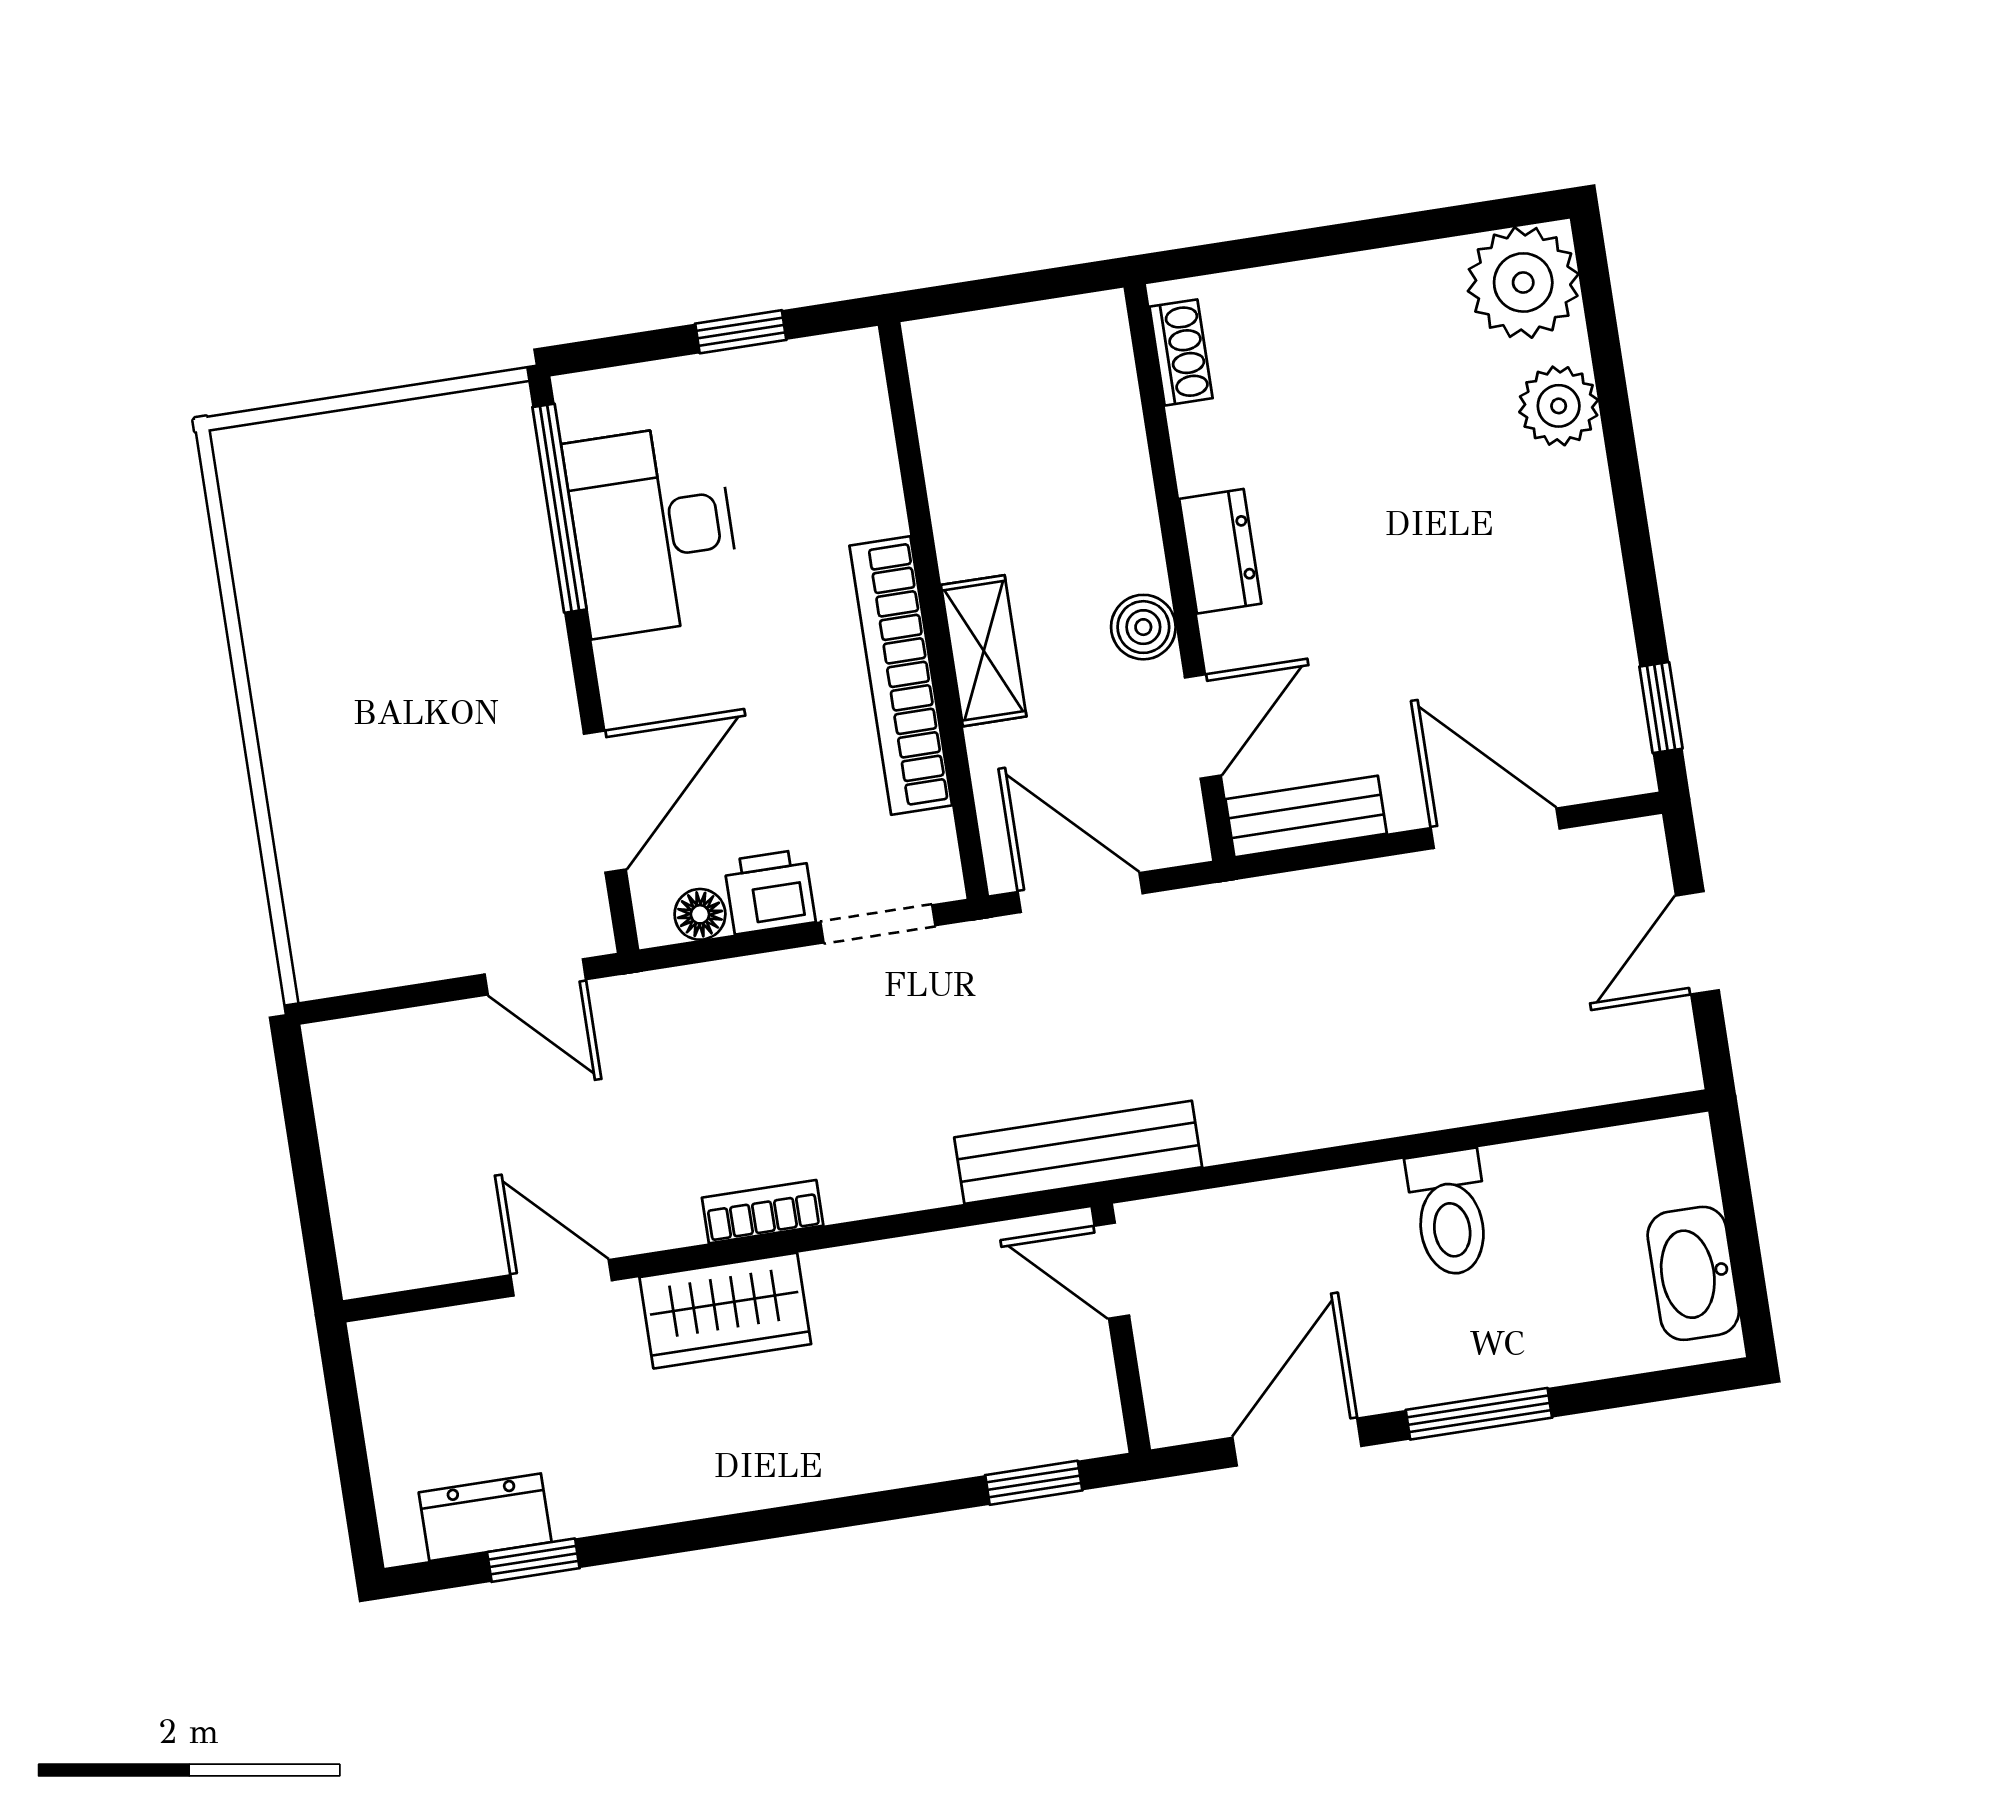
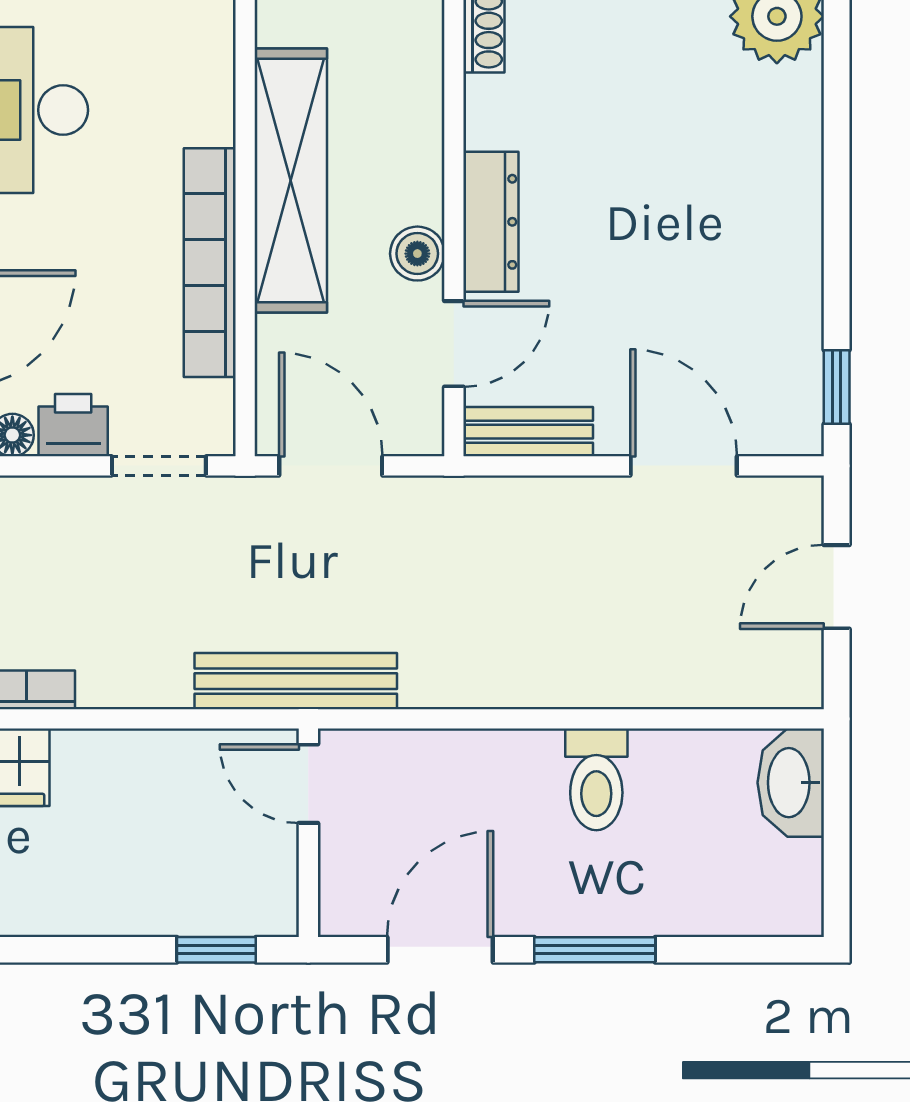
plant: (1559, 406) -> (791, 123), removed
dresser: (1220, 551) -> (491, 222), width x1.44
shelving: (984, 651) -> (291, 181), width x2.20, depth x1.33
washbasin: (1693, 1273) -> (791, 783), moved

